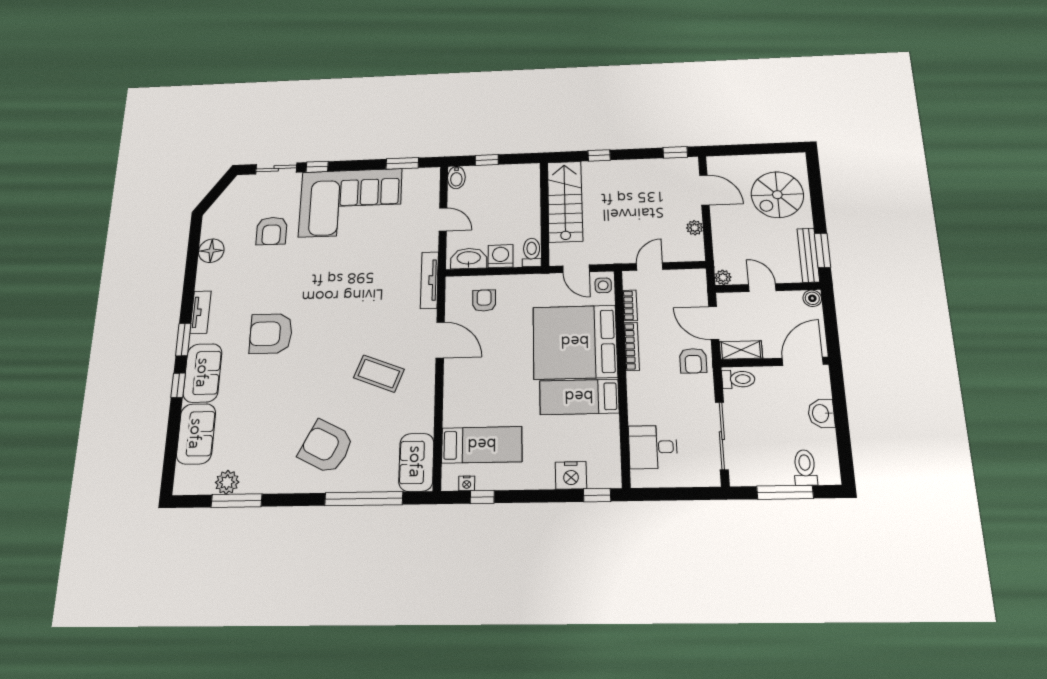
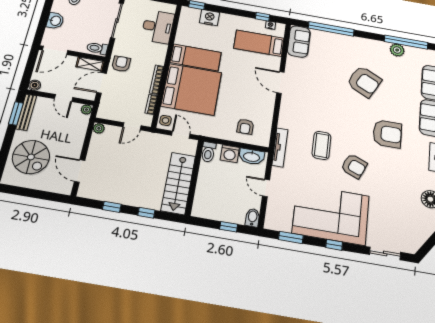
window: (675, 152) -> (112, 207), moved
window: (317, 167) -> (334, 245), moved
spiral stairs: (777, 195) -> (31, 157), turned 90
plant: (695, 228) -> (99, 128), moved
armchair: (272, 231) -> (354, 166), moved, turned 113
door: (714, 323) -> (101, 83), swing flipped
door: (440, 340) -> (280, 82), moved
coffee table: (379, 374) -> (322, 145), moved, turned 69
armchair: (326, 447) -> (364, 82), moved
desk: (653, 447) -> (158, 27), width x1.37
plant: (227, 482) -> (397, 50), moved
window: (236, 501) -> (406, 42), width x1.46

